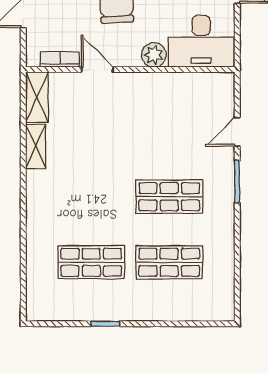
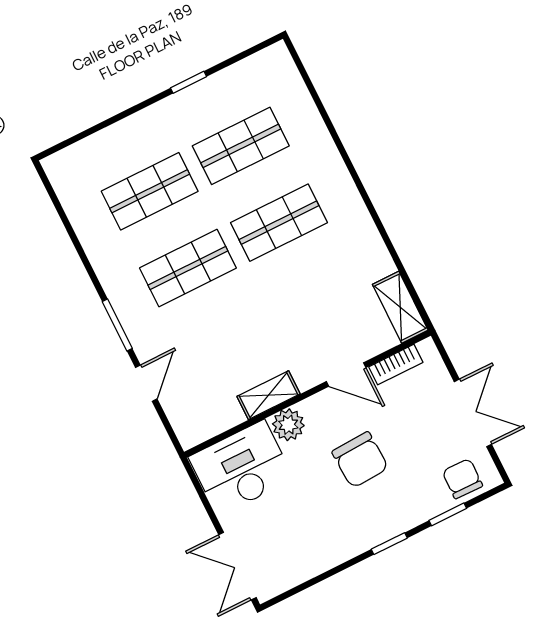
shelving: (36, 146) -> (269, 395), moved, turned 90
shop shelf: (91, 197) -> (279, 223), added

